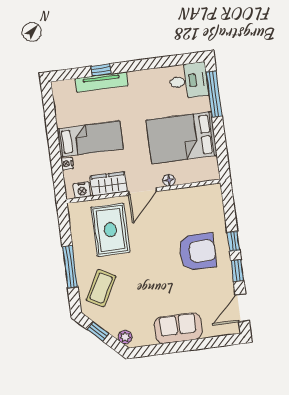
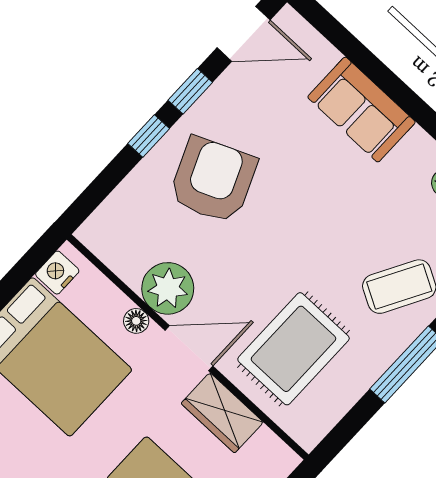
nightstand: (82, 190) -> (57, 273), moved, turned -90
plant: (171, 202) -> (168, 288), added
armchair: (197, 252) -> (213, 180), turned 67

